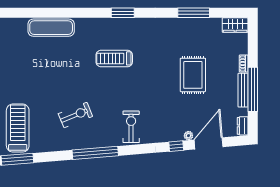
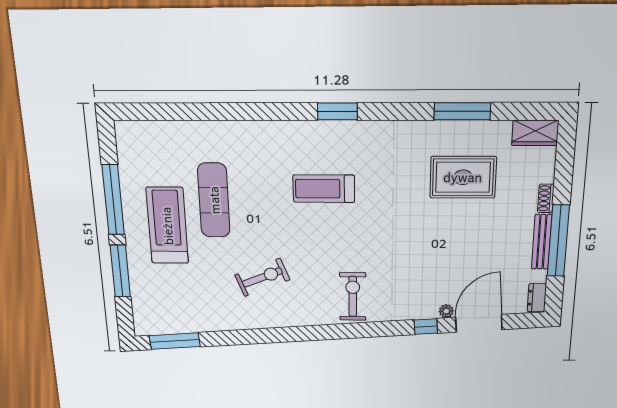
exercise mat: (51, 28) -> (214, 200), moved, turned 90
rug: (193, 75) -> (463, 177), moved, turned 90
treadmill: (18, 128) -> (167, 226), moved
window: (95, 153) -> (296, 334), removed

